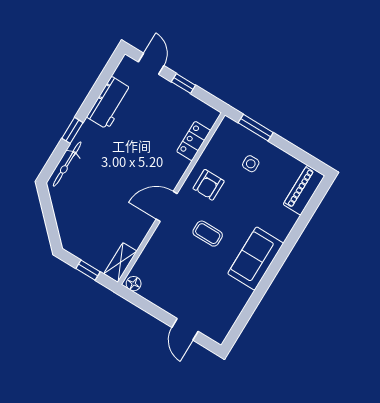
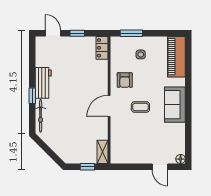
workbench: (109, 103) -> (43, 83), moved
locker: (194, 141) -> (102, 48), moved
piano: (304, 190) -> (176, 57), width x1.37, depth x1.33
floor lamp: (134, 284) -> (181, 159), moved

